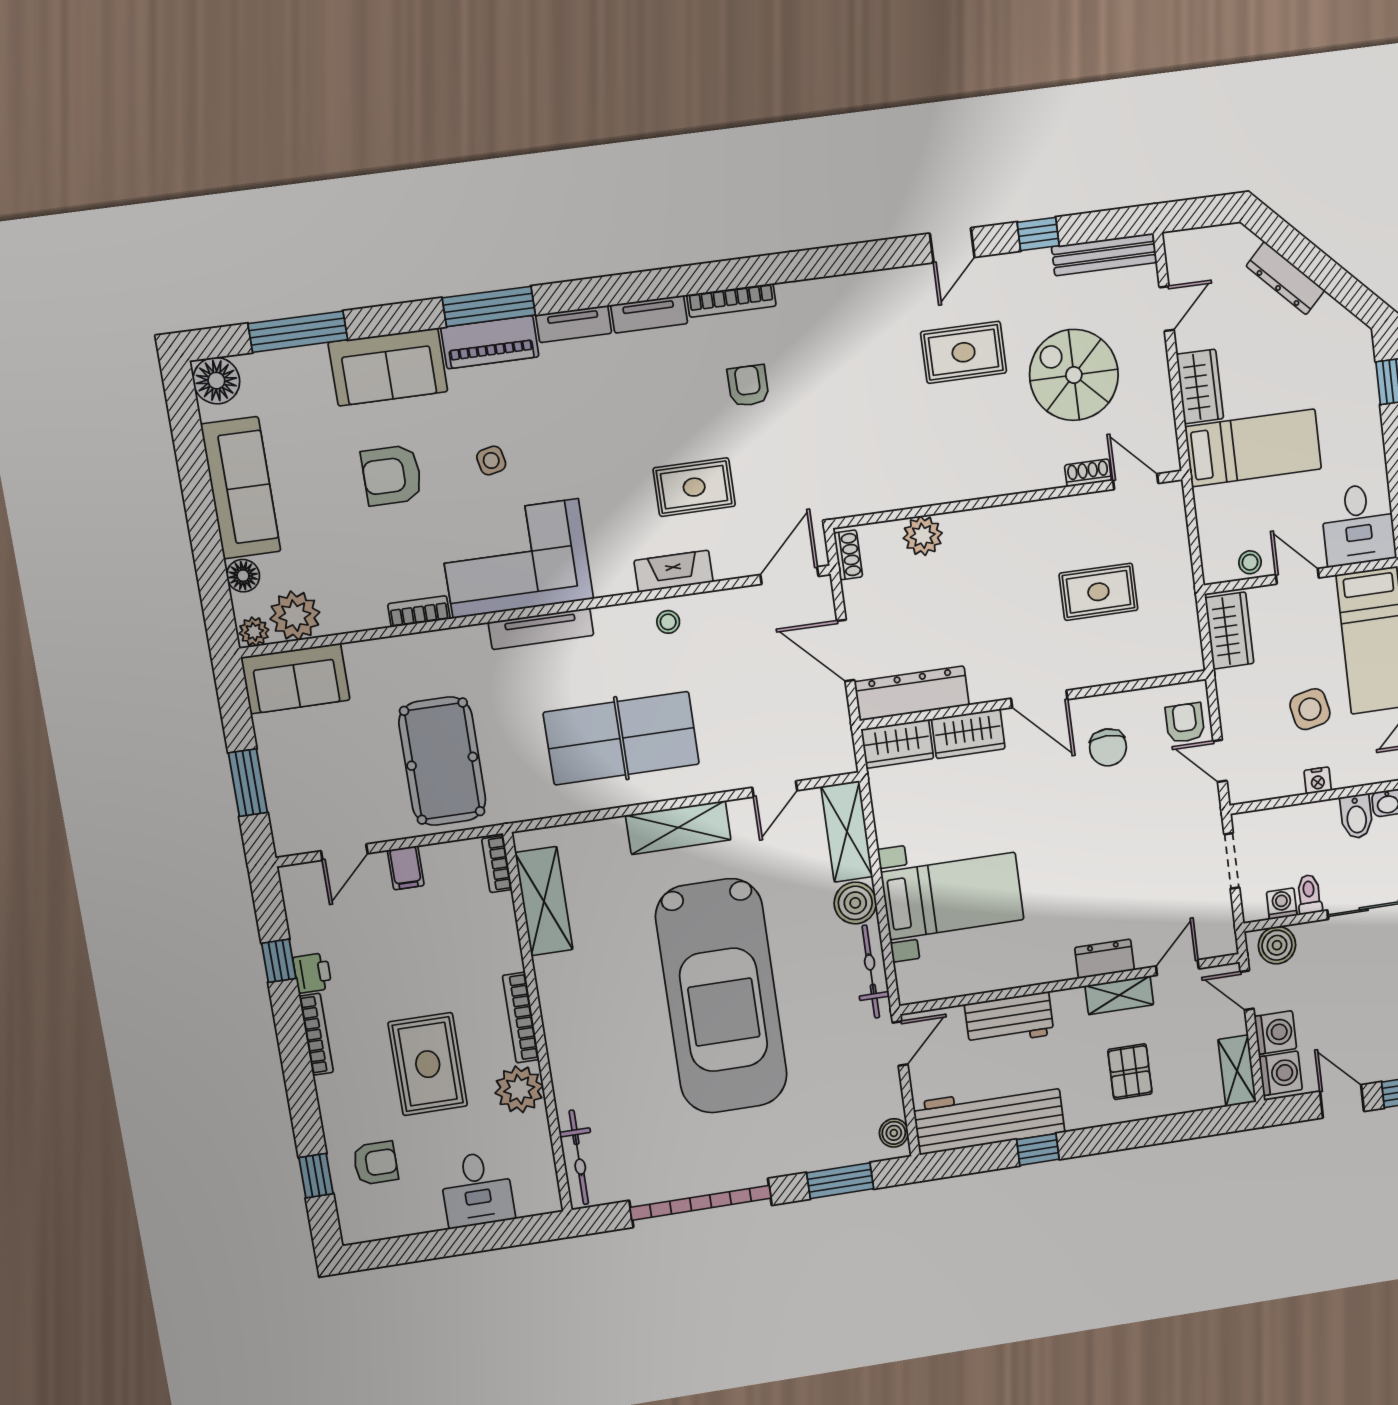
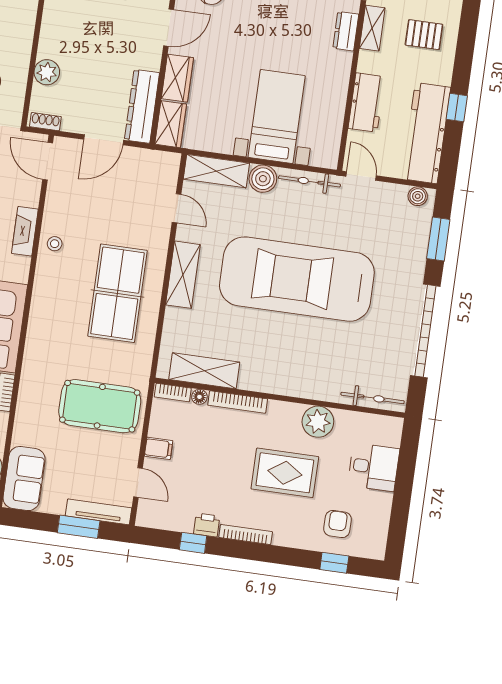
tv unit: (541, 629) -> (99, 512), moved, turned -90
floor lamp: (503, 905) -> (199, 397), added
car: (721, 996) -> (297, 279), turned 180
bookcase: (521, 1018) -> (238, 402), moved

